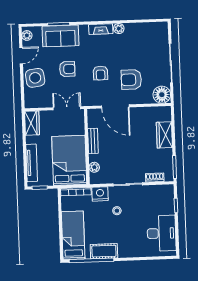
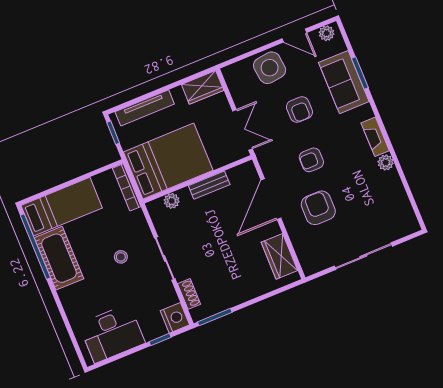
floor lamp: (162, 95) -> (313, 260), removed
wardrobe: (164, 135) -> (279, 256), moved, turned -90
nightstand: (100, 194) -> (175, 318), moved
cot: (104, 251) -> (59, 258), width x1.37, depth x1.34

